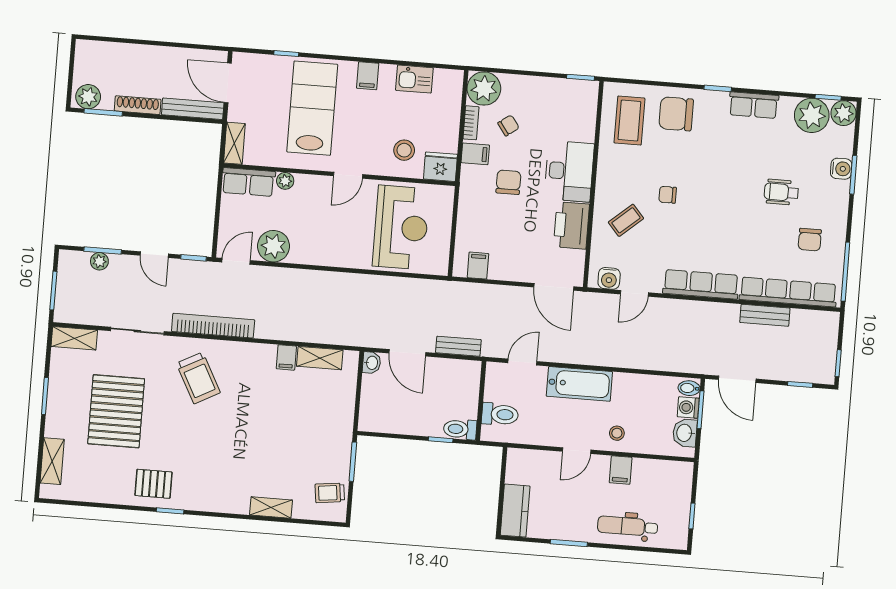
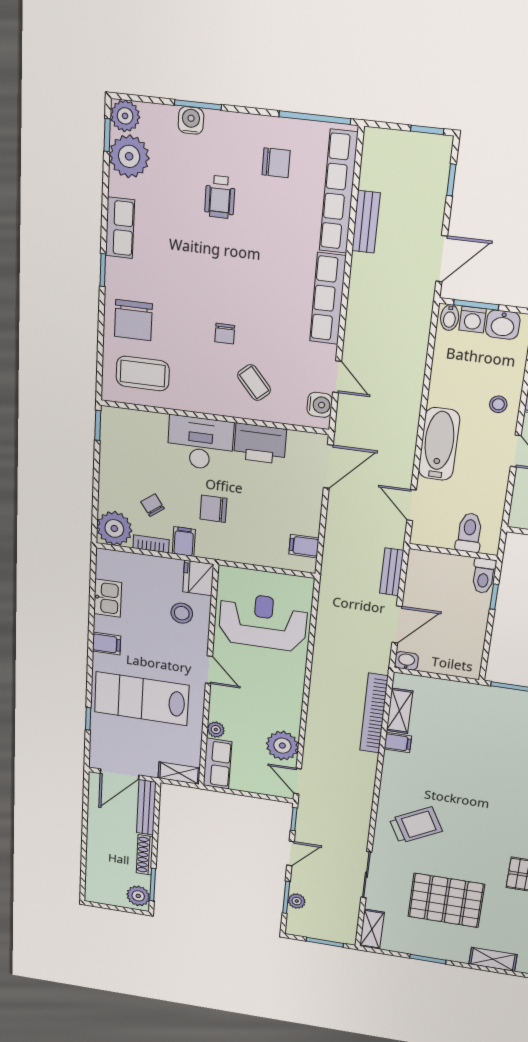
bookcase: (213, 326) -> (374, 713), moved

